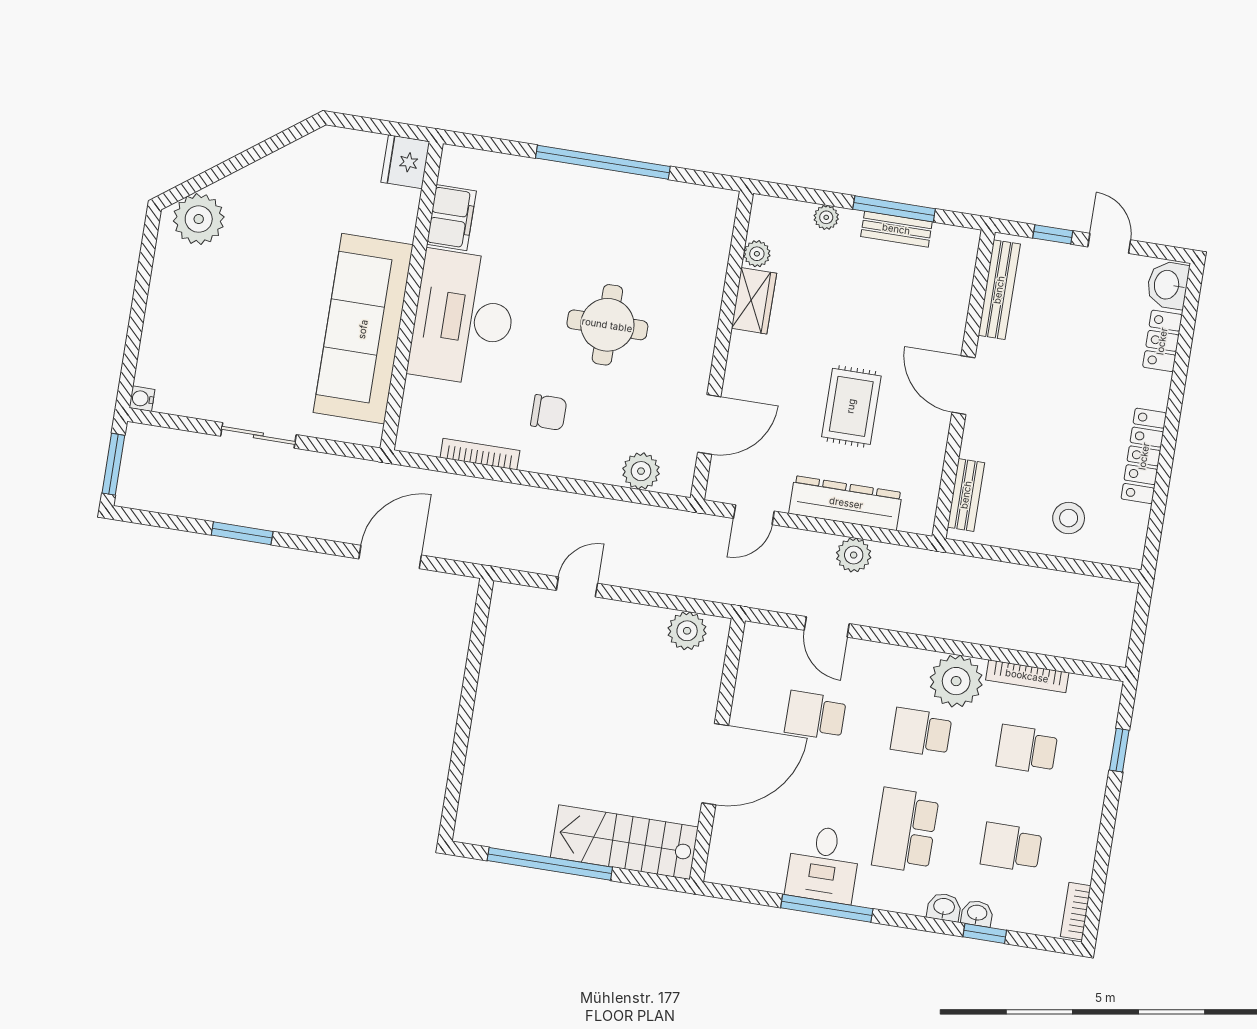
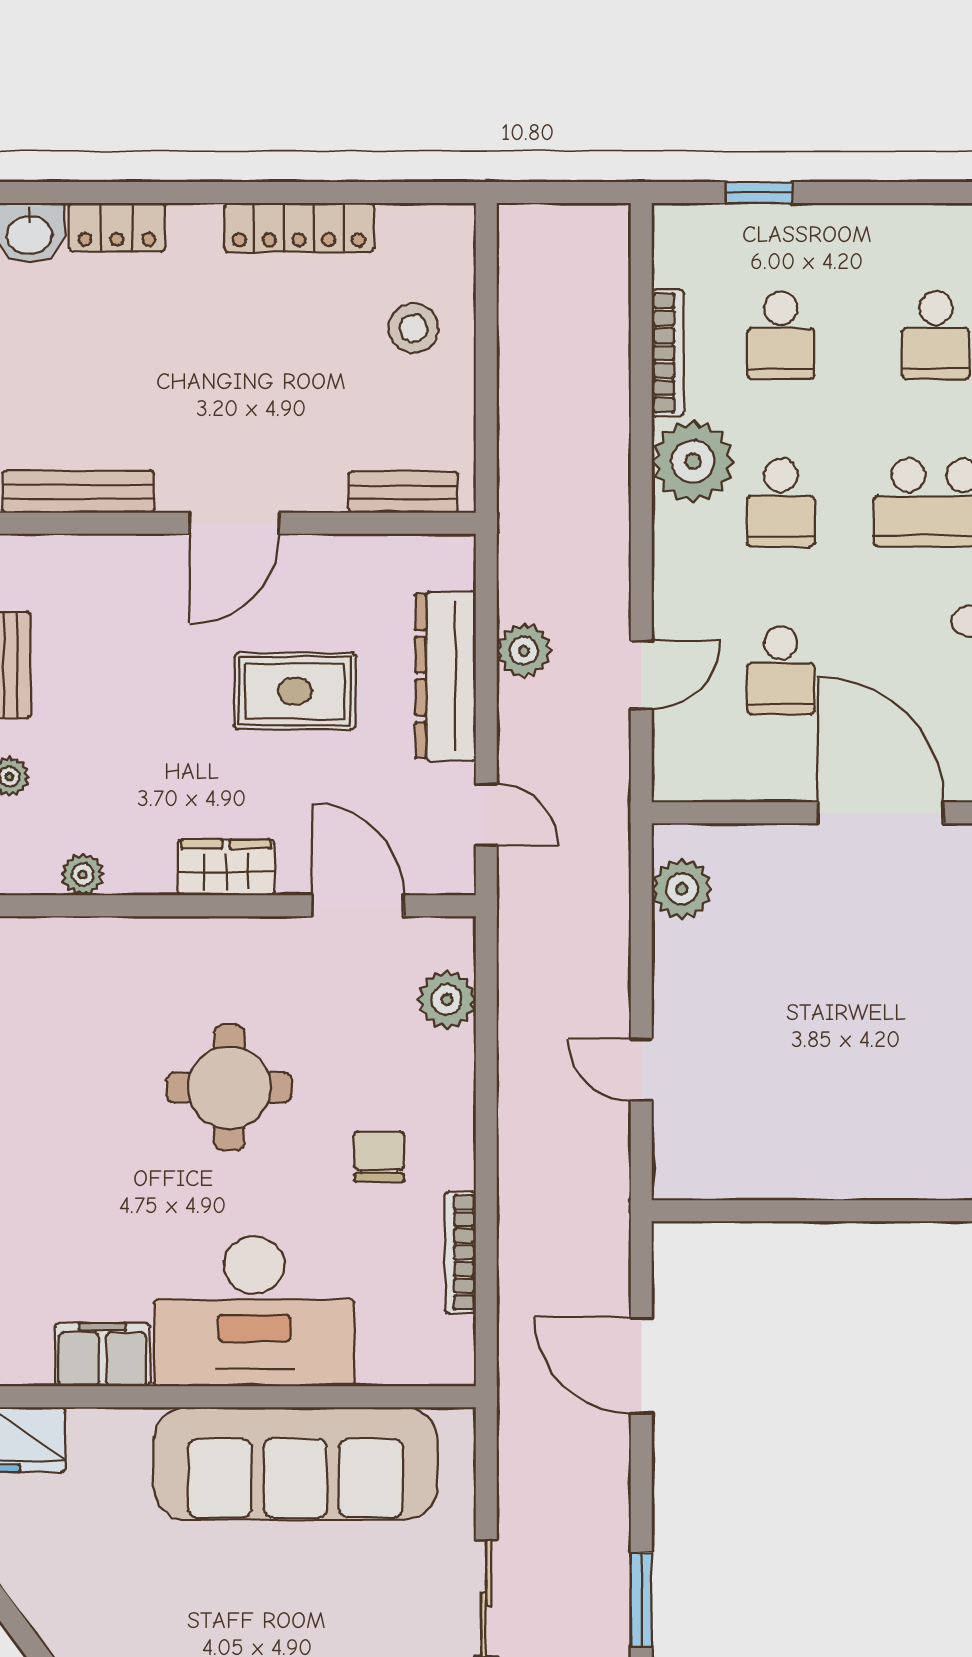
wardrobe: (754, 301) -> (226, 867), moved

